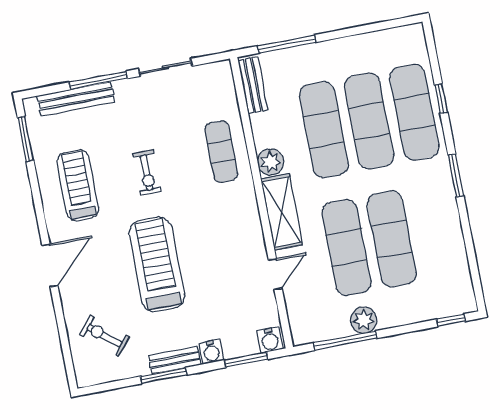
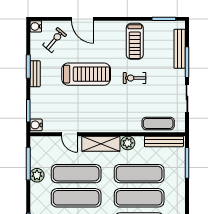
bench: (253, 85) -> (164, 142), width x1.36
exercise mat: (221, 152) -> (158, 123), moved
treadmill: (78, 185) -> (135, 41), turned 90
door: (50, 266) -> (83, 19), moved
water cooler: (211, 352) -> (36, 26), moved

